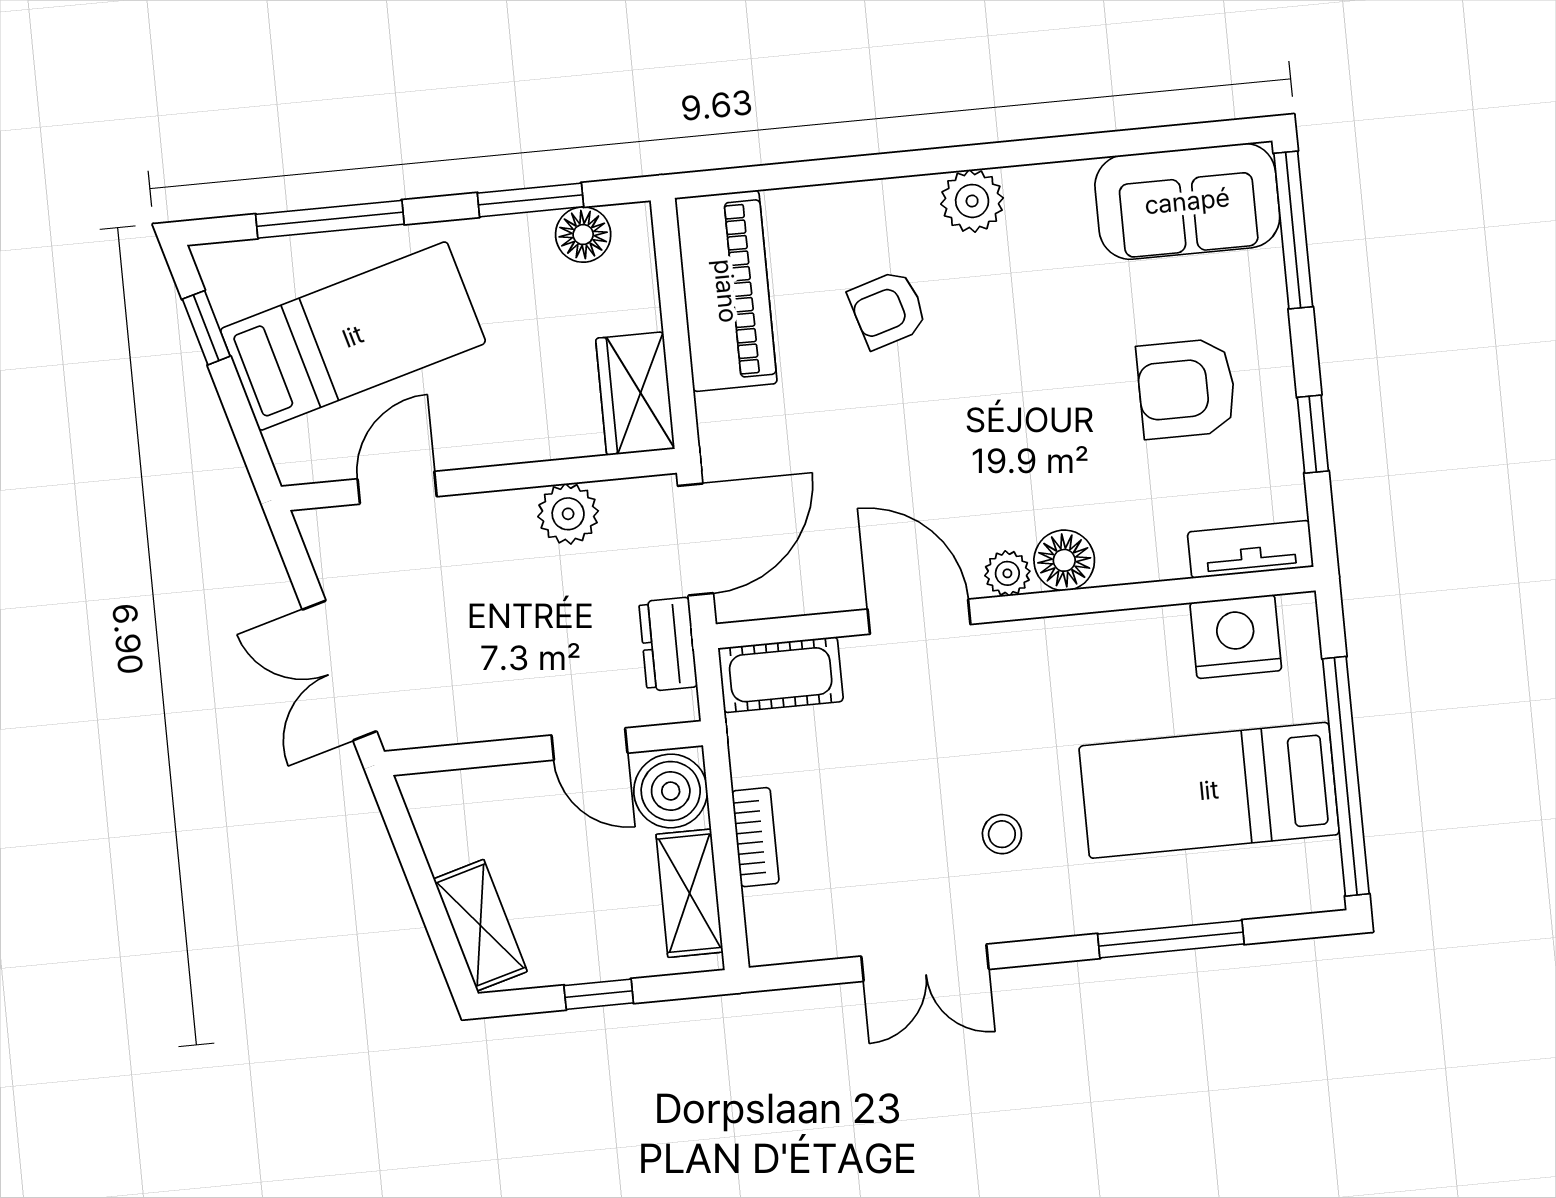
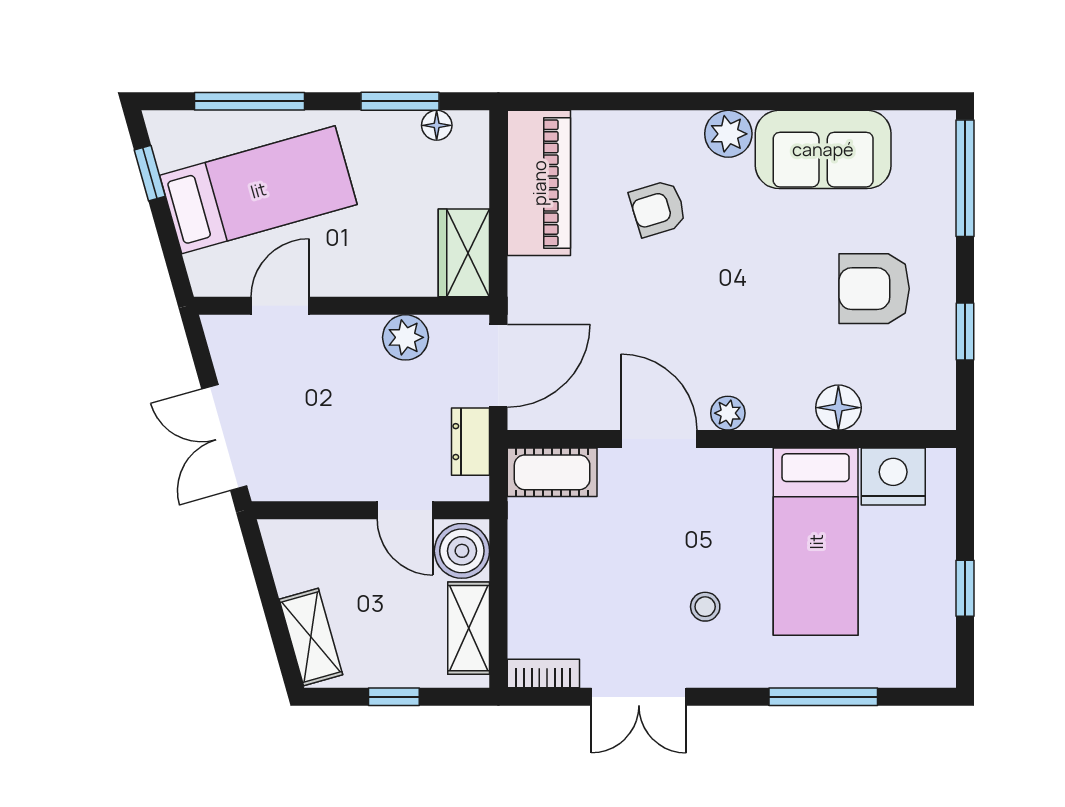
sofa: (1187, 201) -> (823, 149), moved
floor lamp: (583, 235) -> (437, 125), width x0.73, depth x0.73
tv unit: (1250, 549) -> (910, 413), removed
floor lamp: (1064, 560) -> (838, 408), moved
window: (1346, 776) -> (965, 588), width x0.32
bed: (1209, 790) -> (816, 542), moved, turned -90
bookcase: (755, 837) -> (543, 673), moved, turned -90

